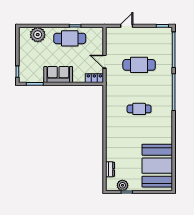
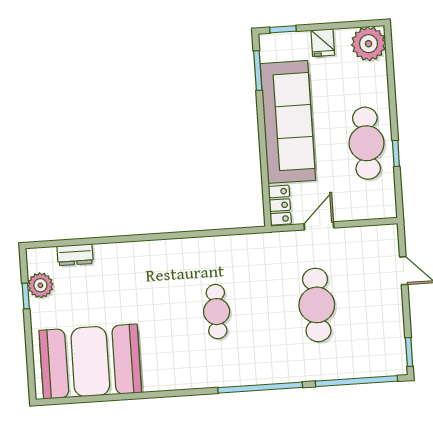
plant: (38, 35) -> (369, 44), moved
fridge: (24, 55) -> (323, 43), added
sofa: (58, 74) -> (288, 122), width x1.85, depth x1.27

